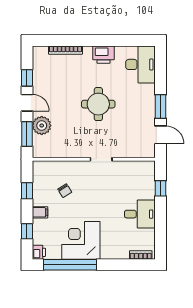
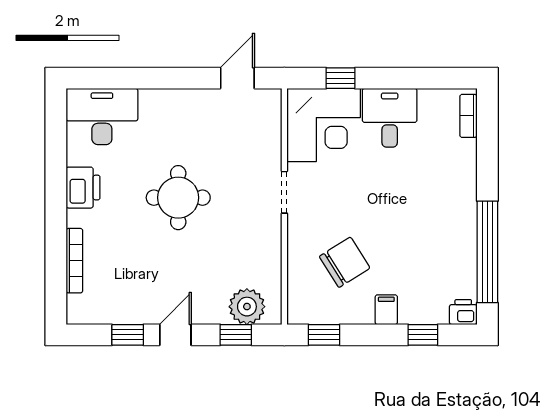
window: (160, 107) -> (183, 78), removed
plant: (42, 126) -> (247, 307), moved
window: (27, 134) -> (236, 335), width x0.67
window: (27, 191) -> (324, 335), moved
chair: (65, 191) -> (345, 262), width x1.87, depth x1.87
corner desk: (81, 240) -> (324, 125), moved, turned -90

